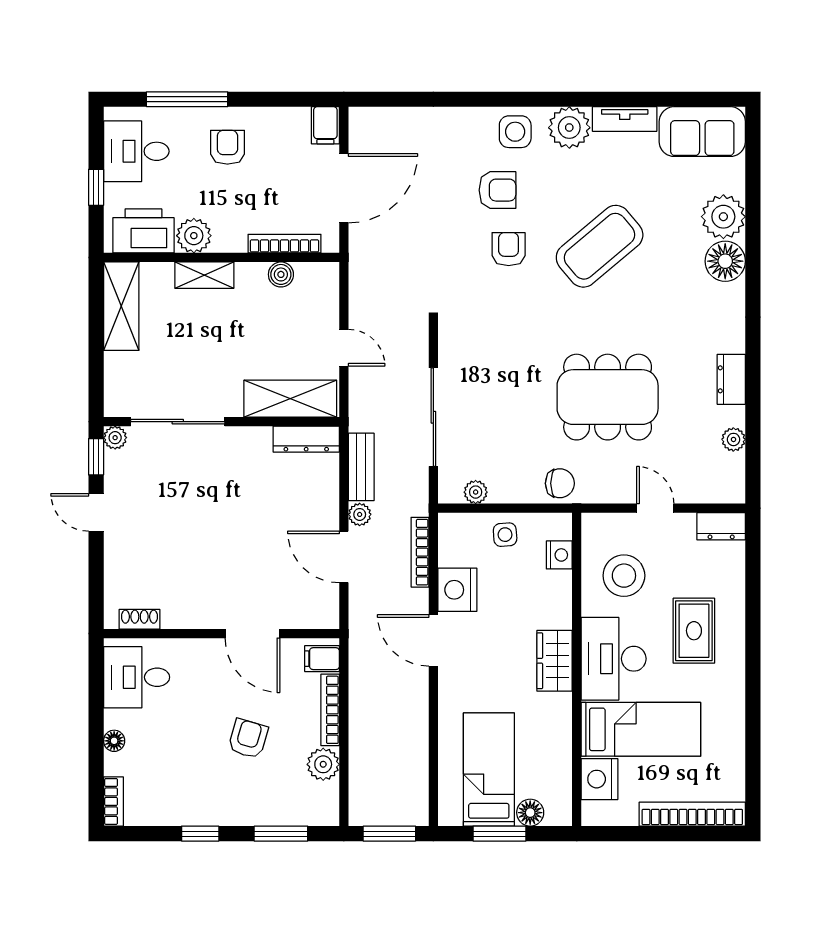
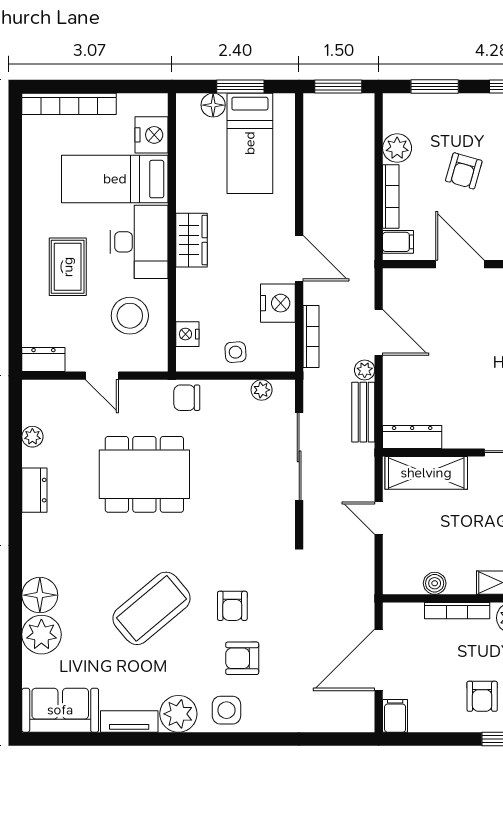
bookcase: (284, 244) -> (457, 611), moved

